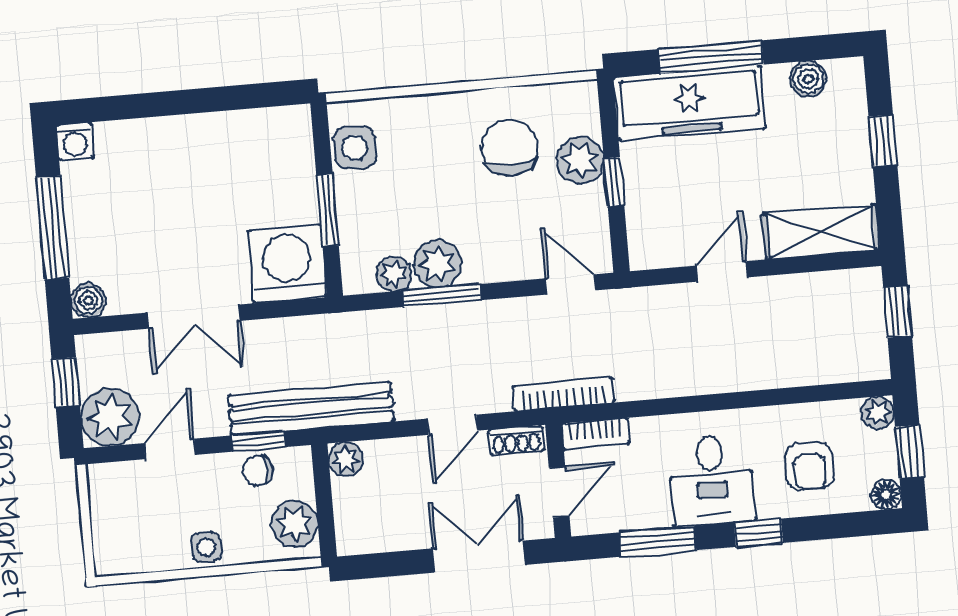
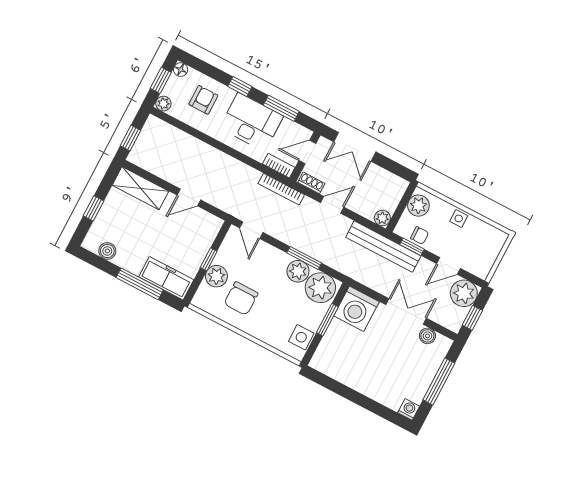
freezer: (689, 103) -> (166, 278), width x0.73, depth x0.79
plant: (394, 274) -> (320, 288), width x1.88, depth x1.88
boiler: (88, 300) -> (427, 336), moved
desk: (712, 480) -> (251, 122), width x1.37

